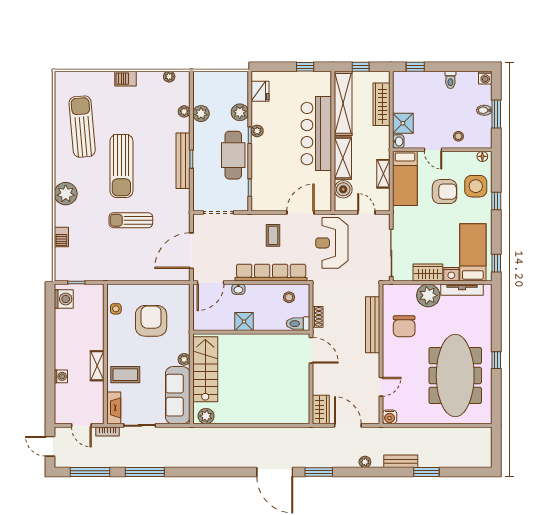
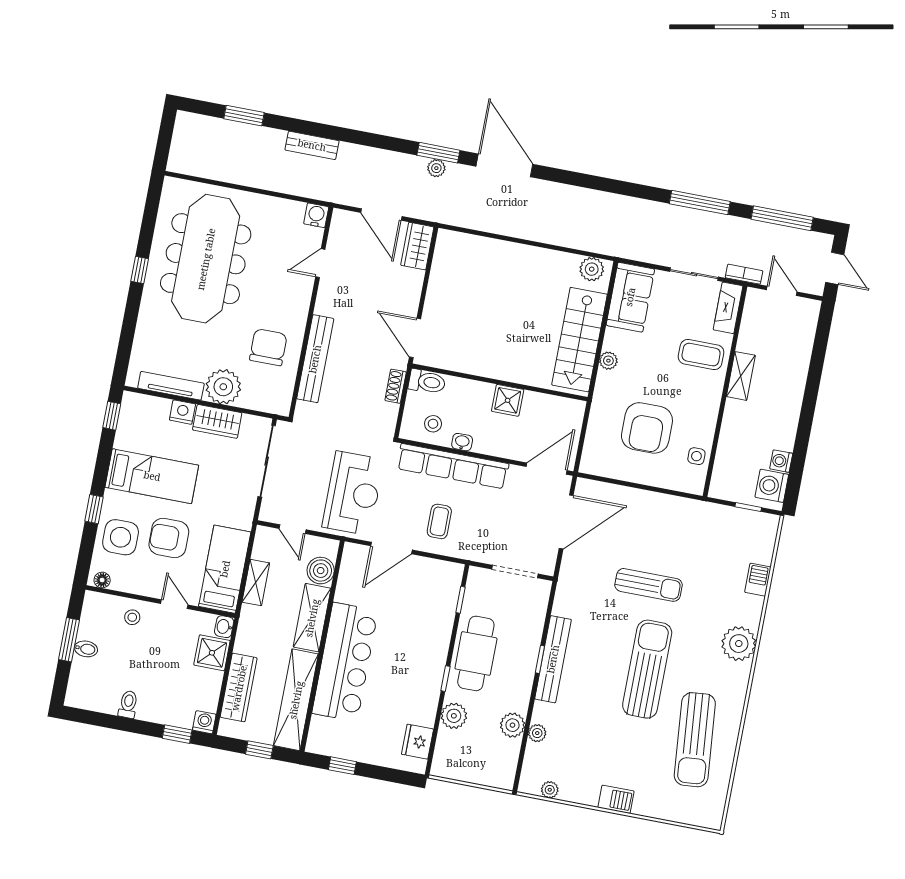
washing machine: (485, 78) -> (204, 722), moved
plant: (257, 131) -> (433, 683), removed
bed: (473, 252) -> (152, 476), moved, turned -90
washbasin: (238, 289) -> (462, 442), moved
washing machine: (61, 376) -> (781, 461), moved
sofa: (178, 395) -> (630, 297), width x0.73
plant: (365, 462) -> (436, 168), moved
window: (426, 472) -> (244, 116), moved

